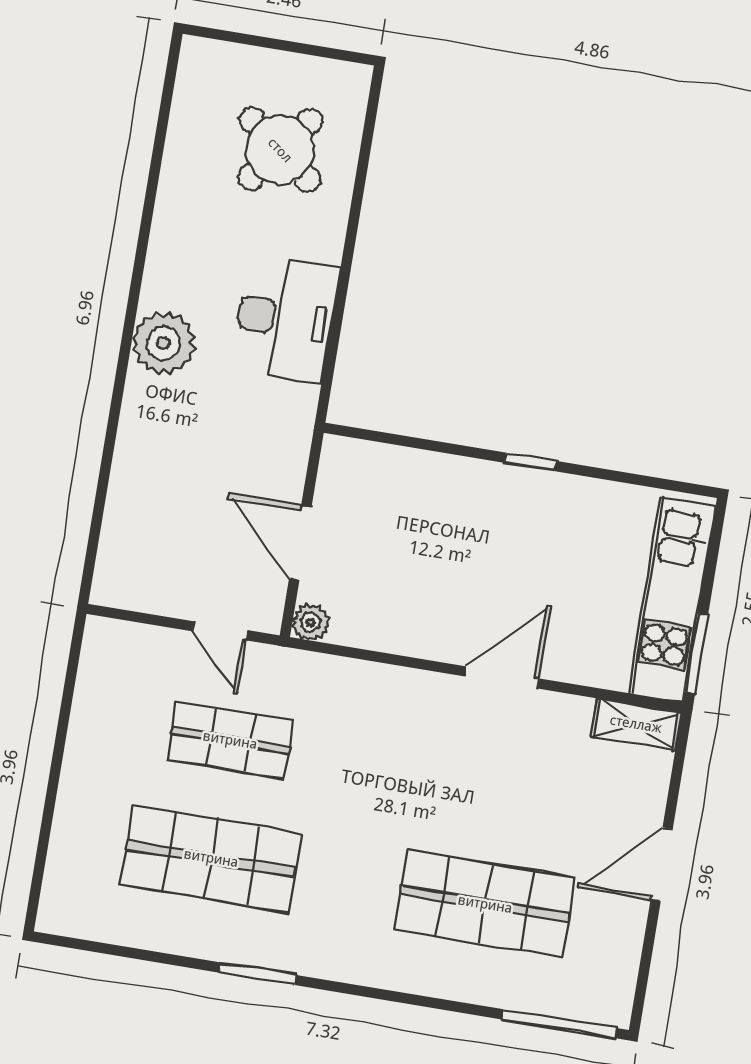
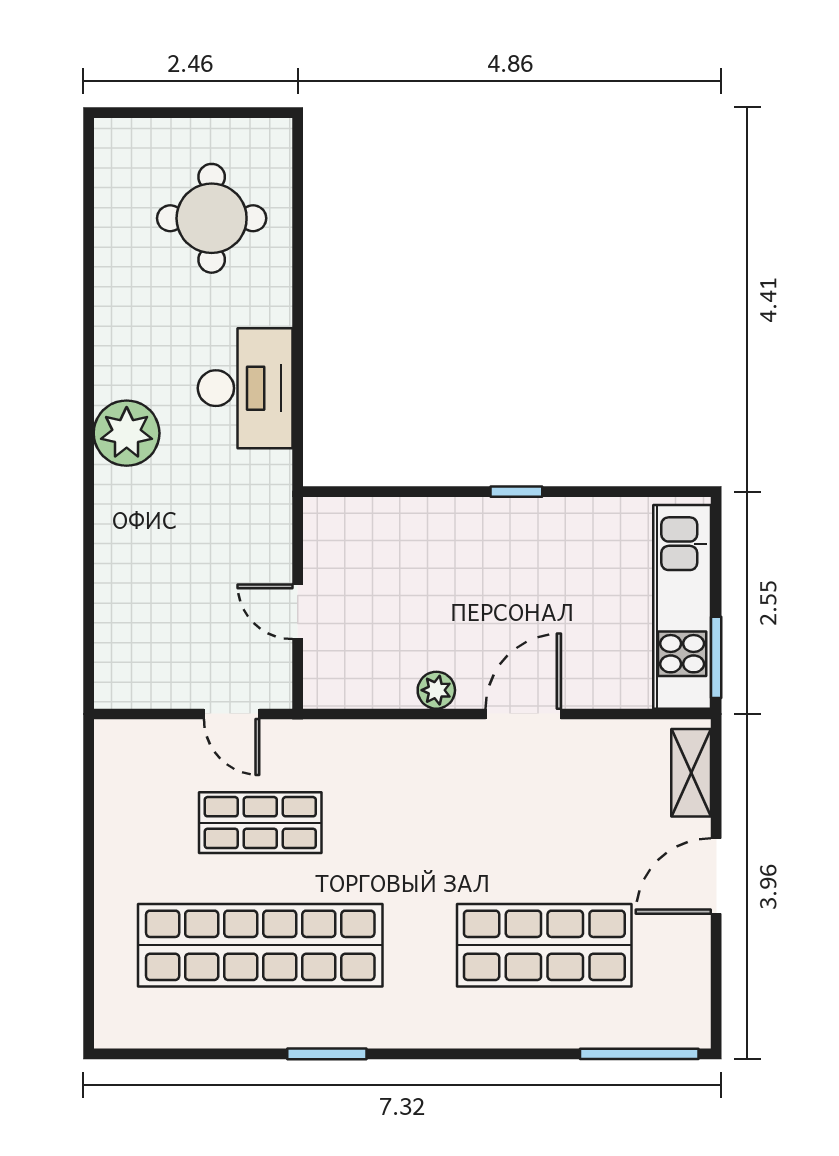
round table: (280, 150) -> (212, 218), turned -37
door: (300, 543) -> (298, 612), width x0.73
plant: (311, 622) -> (436, 690), moved
shelving: (636, 724) -> (691, 773), moved, turned 90
shop shelf: (211, 858) -> (260, 945), width x1.40

